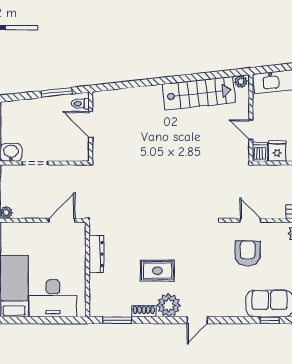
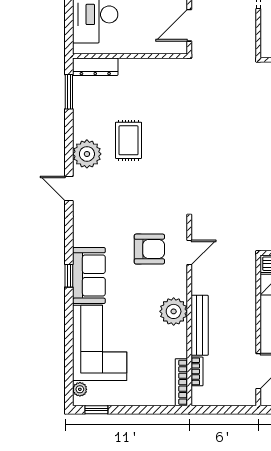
door: (62, 220) -> (189, 25), swing flipped
dresser: (96, 254) -> (95, 67), moved
shoe rack: (144, 311) -> (80, 124), removed

